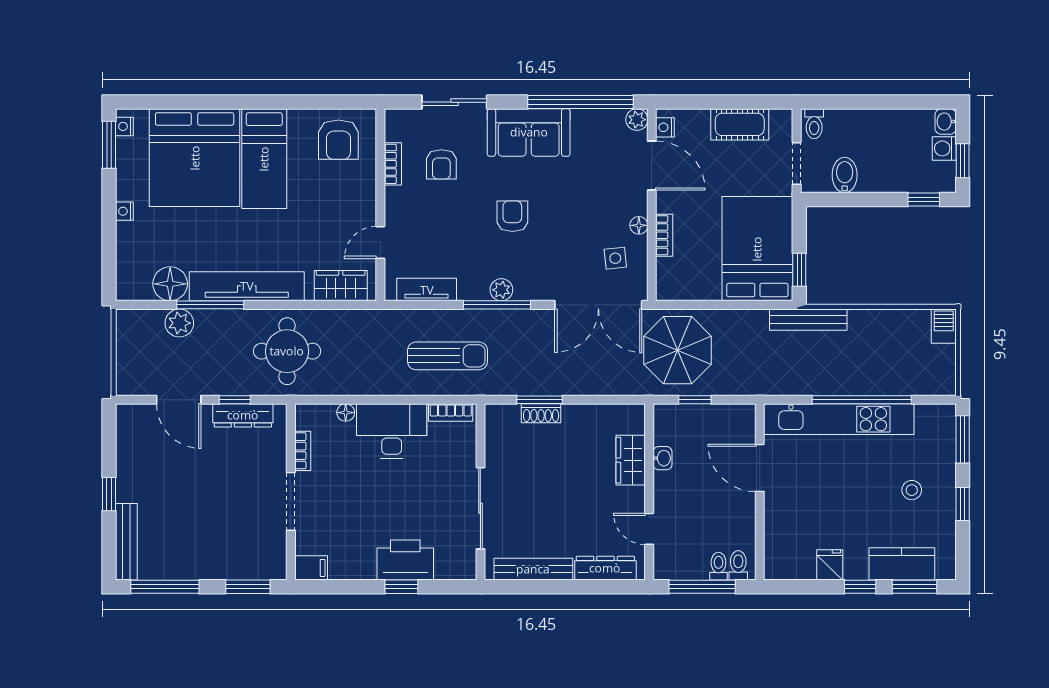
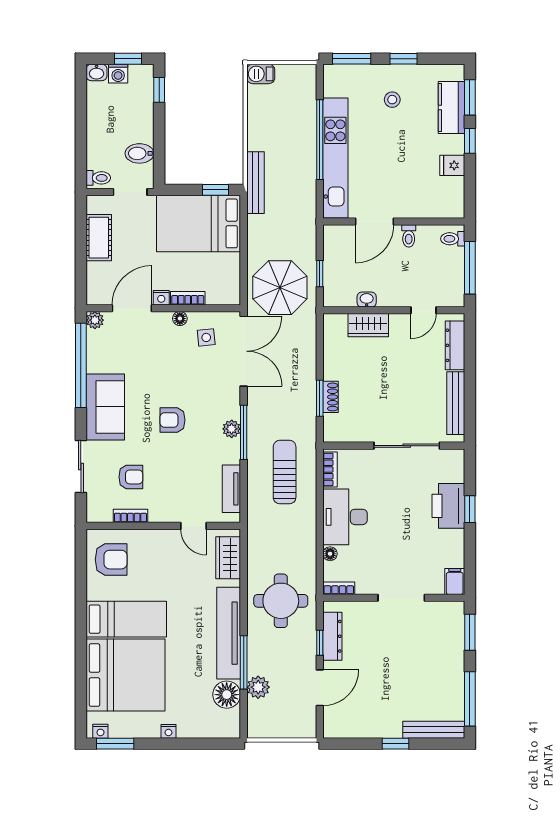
nightstand: (665, 127) -> (161, 298), moved
bookcase: (303, 451) -> (339, 588), moved
toilet: (718, 566) -> (409, 236), moved, turned -90

